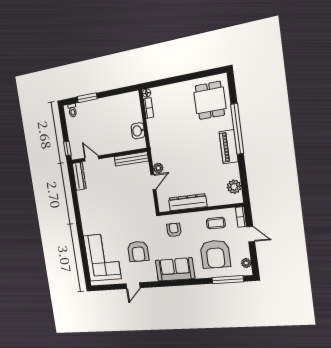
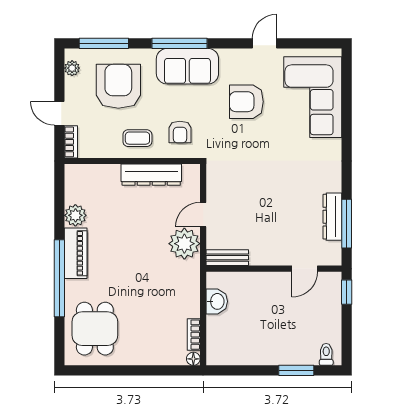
door: (92, 158) -> (305, 269), hinge flipped
bench: (131, 159) -> (227, 258), width x0.73
plant: (158, 168) -> (184, 244), width x1.88, depth x1.88
dresser: (79, 176) -> (332, 217), moved
plant: (234, 187) -> (75, 215), moved
window: (73, 188) -> (347, 224), added
coffee table: (216, 223) -> (137, 138), moved
armchair: (138, 251) -> (246, 102), turned -90
window: (182, 283) -> (179, 43), added

